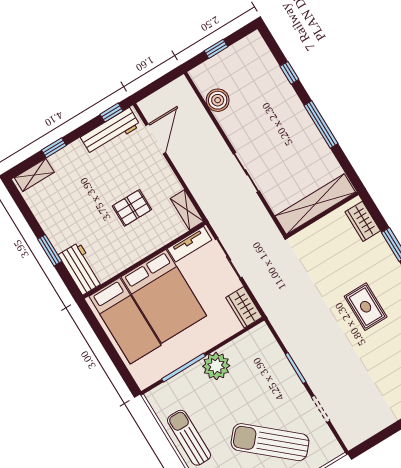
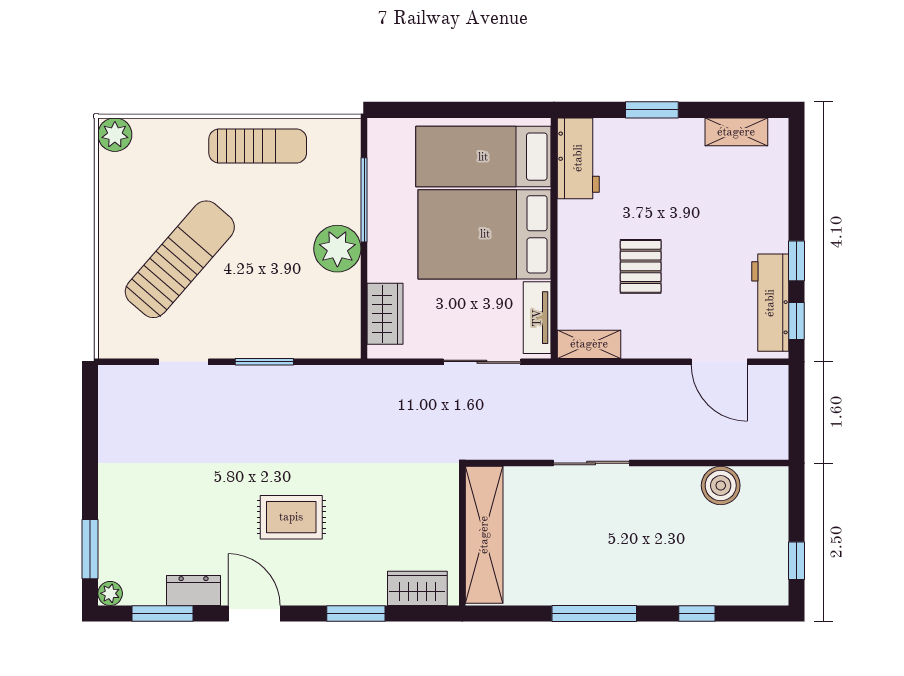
window: (216, 49) -> (796, 561), moved
window: (54, 148) -> (796, 261), moved
shelving: (34, 175) -> (736, 132), moved, turned 90
workbench: (81, 269) -> (578, 158), moved, turned -90
wardrobe: (244, 307) -> (385, 314), moved, turned 90

